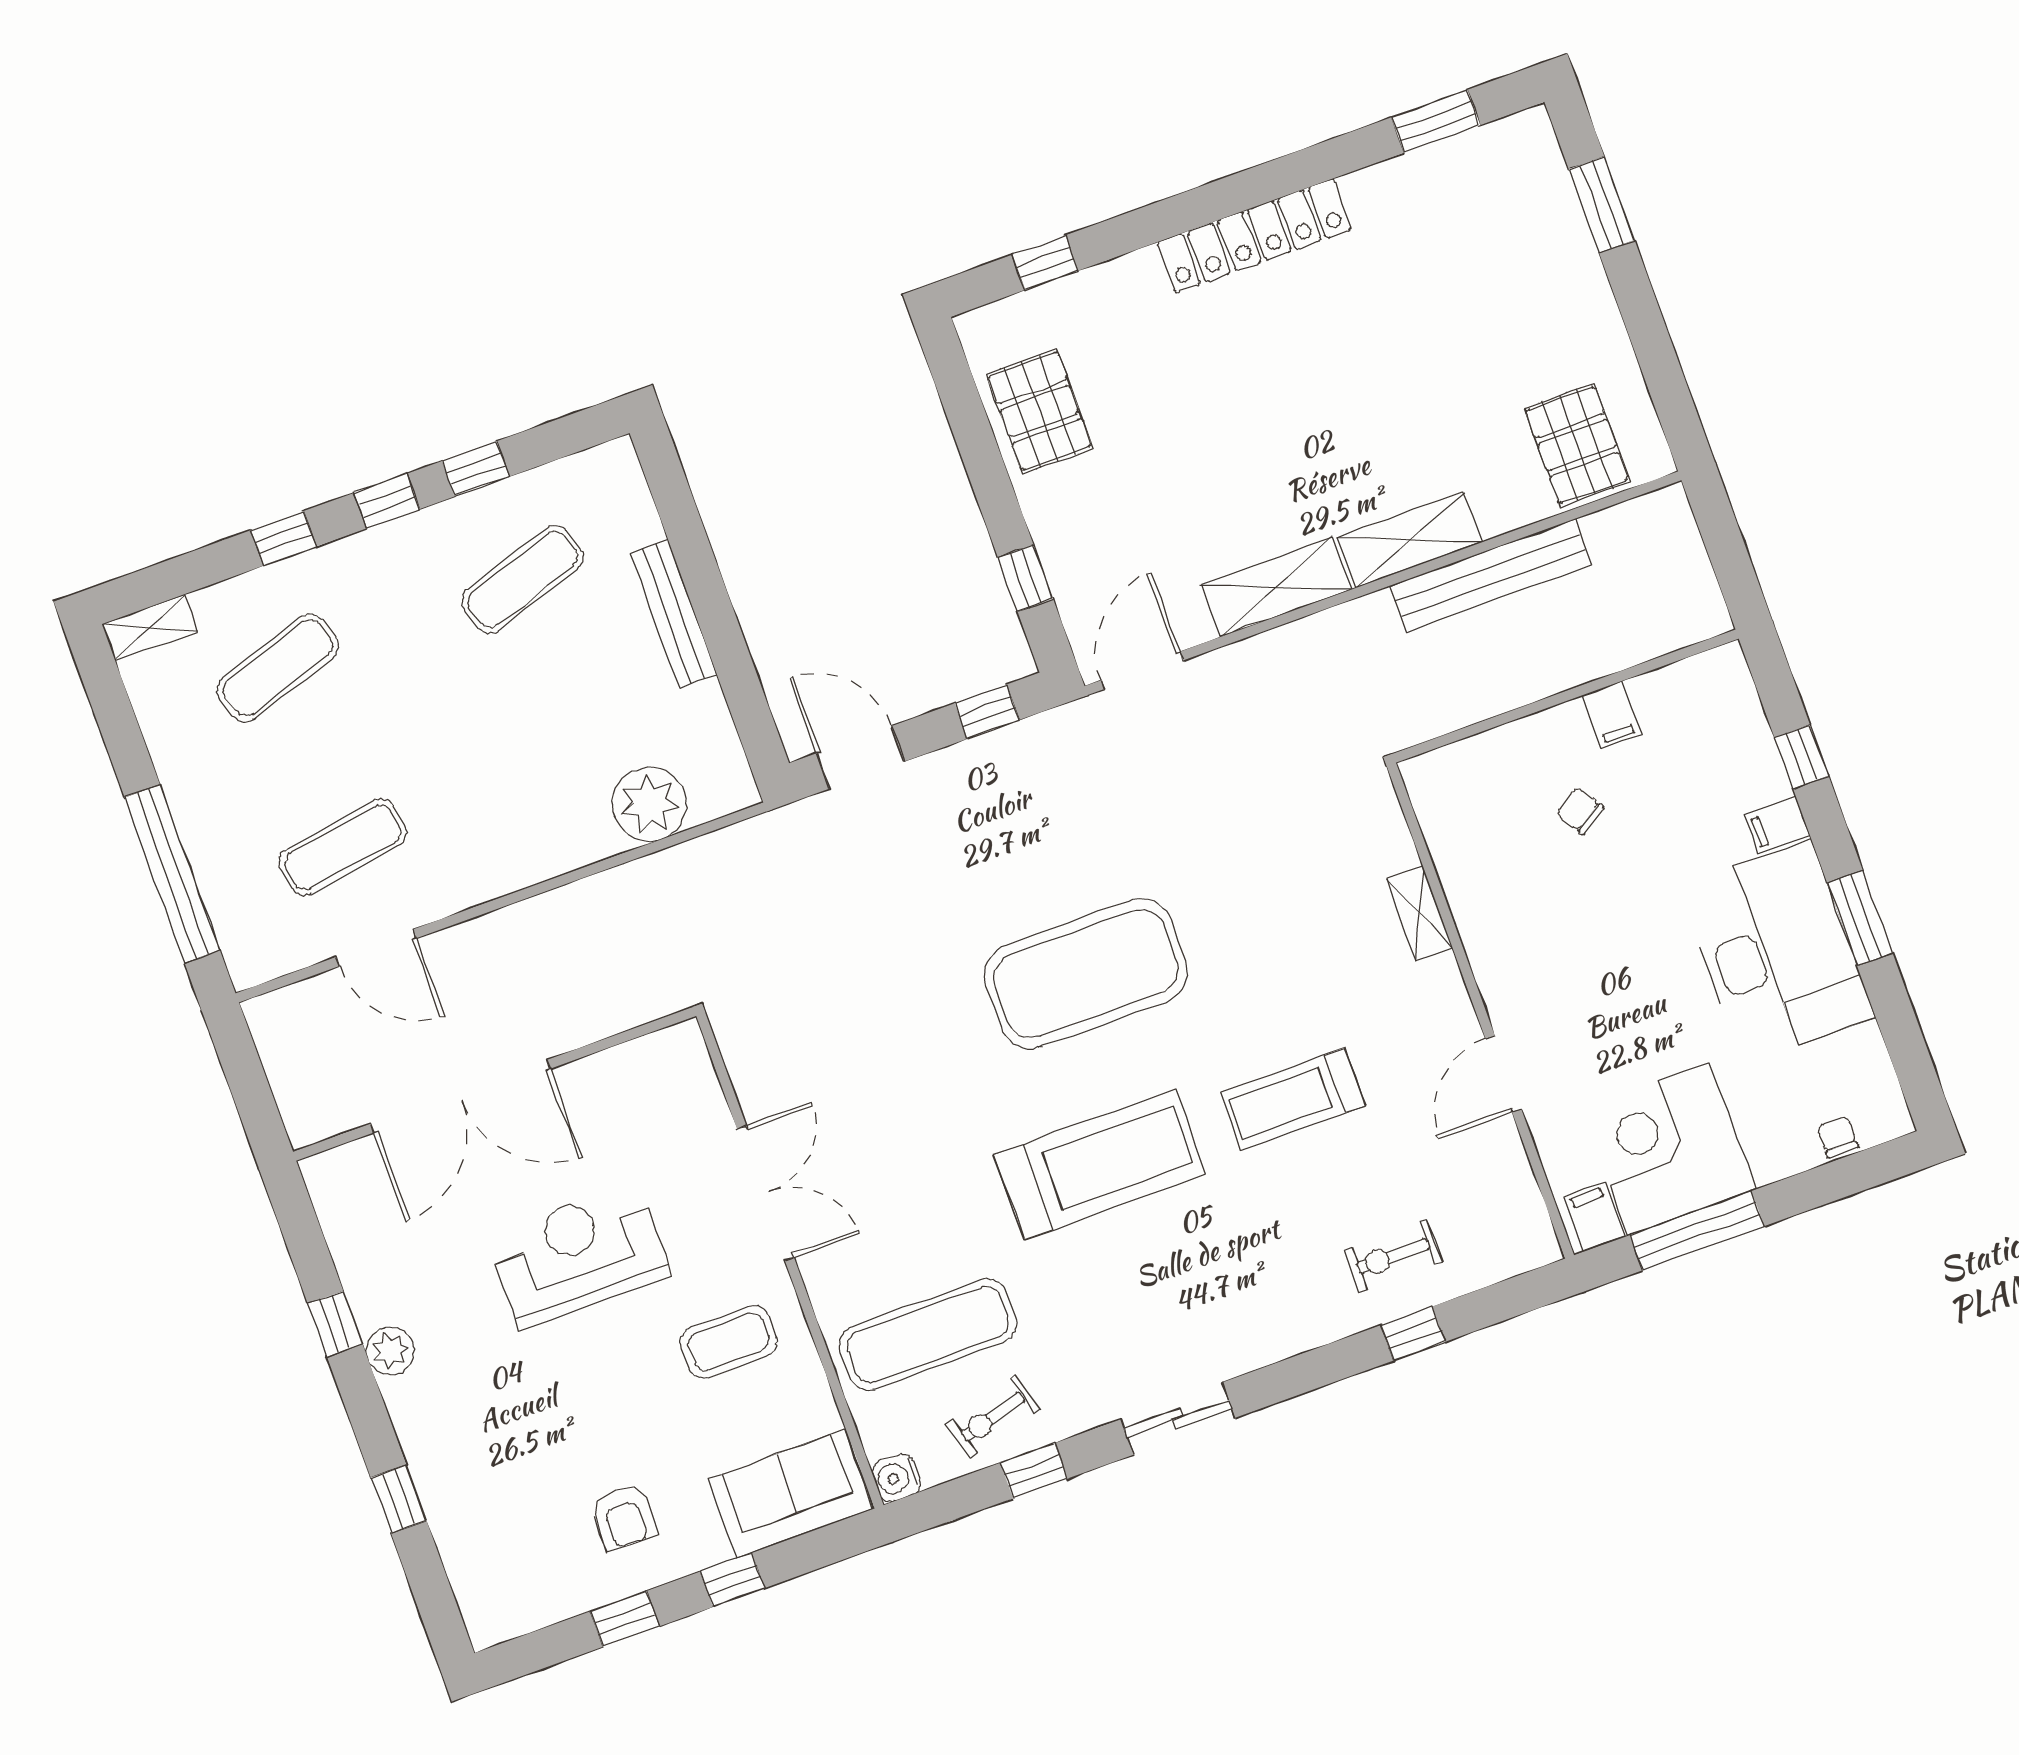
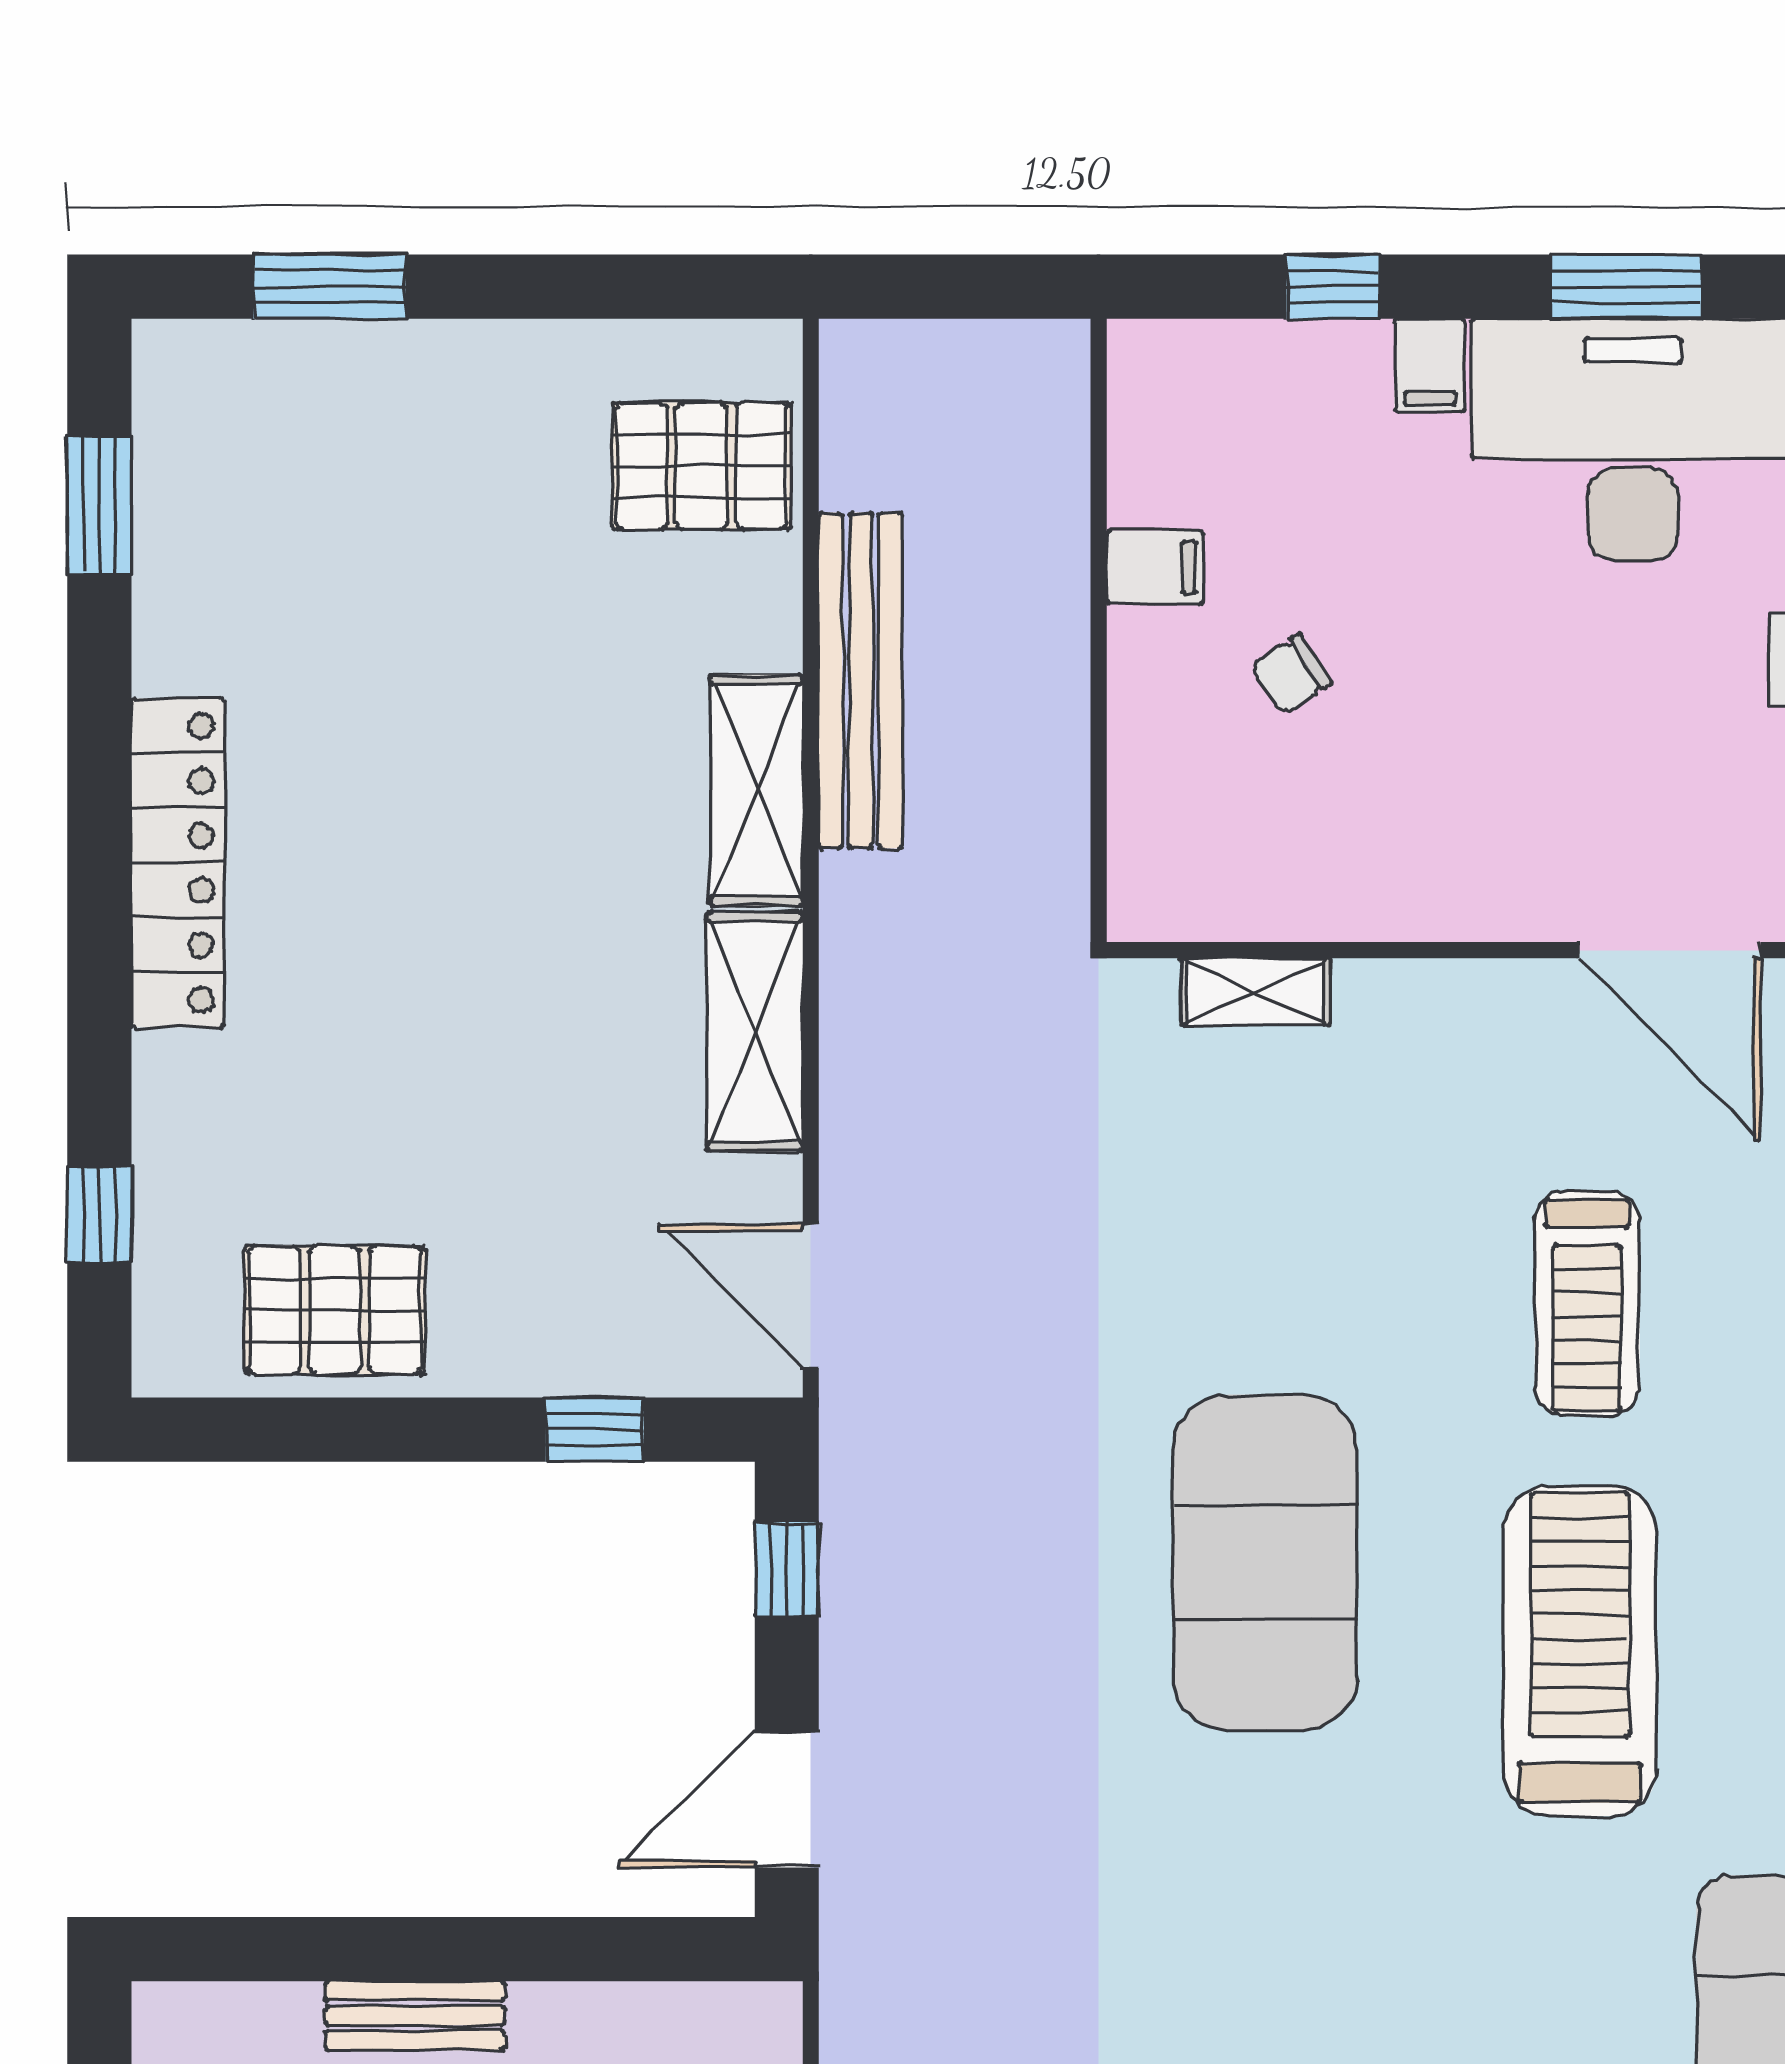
bench: (674, 614) -> (415, 2016), width x0.73
shelving: (1419, 913) -> (1256, 992), moved
door: (1503, 1074) -> (1669, 950), width x1.36

